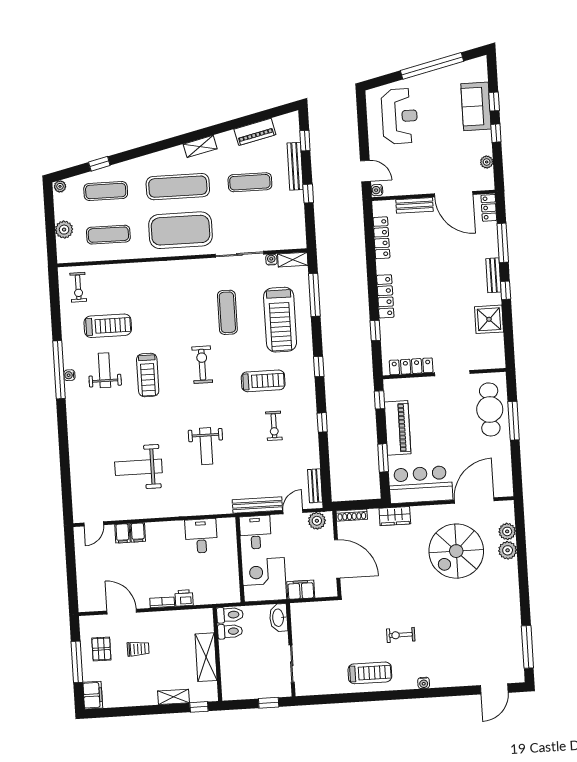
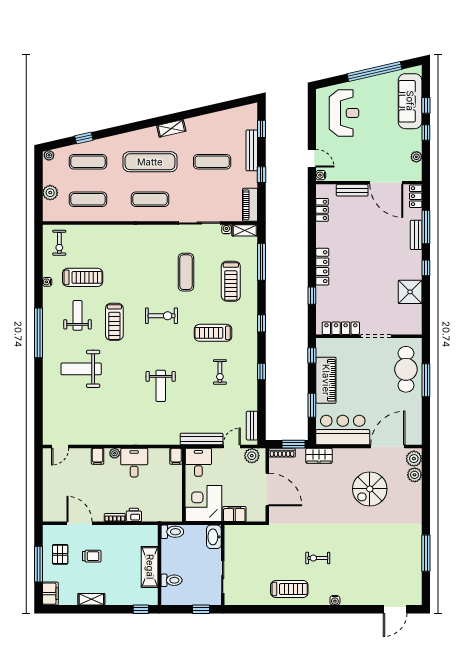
sofa: (476, 106) -> (410, 101), width x1.36
piano: (255, 132) -> (250, 205), moved, turned 103
exercise mat: (180, 230) -> (150, 199), width x0.50, depth x0.69
locker: (381, 238) -> (322, 210), width x0.66
bench: (493, 275) -> (416, 235), moved
treadmill: (280, 320) -> (231, 281), width x0.73, depth x0.73
exercise bike: (202, 365) -> (162, 316), turned 90
window: (59, 370) -> (39, 333), moved
water cooler: (69, 375) -> (47, 282), moved
treadmill: (263, 381) -> (213, 333), turned 180
weight bench: (138, 467) -> (81, 369), moved
window: (364, 504) -> (293, 444), added
plant: (157, 528) -> (115, 453), added
filing cabinet: (122, 533) -> (176, 456), moved
desk: (201, 536) -> (134, 463), moved
plant: (508, 550) -> (414, 459), moved
spiral stairs: (456, 551) -> (370, 489), width x0.73, depth x0.73
toilet: (230, 631) -> (171, 580), moved
window: (527, 647) -> (426, 553), moved
shelving: (174, 697) -> (91, 599), moved

